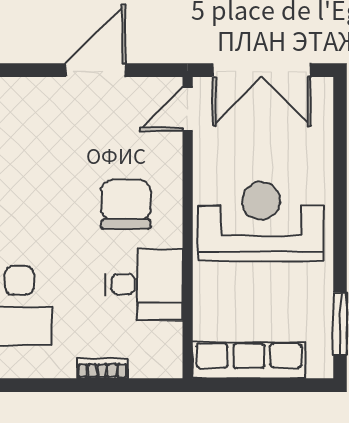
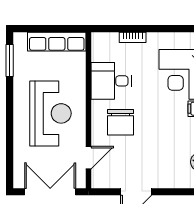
door: (188, 109) -> (89, 158), moved
reception desk: (261, 221) -> (50, 113), turned -90

